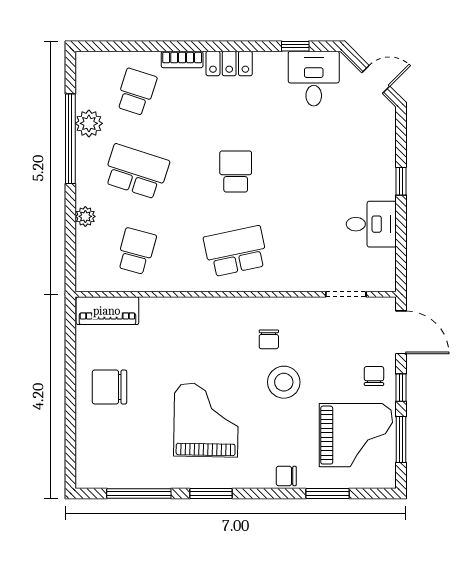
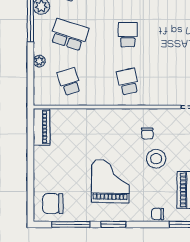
school desk: (136, 251) -> (69, 82), turned -33
school desk: (236, 251) -> (128, 82), width x0.54
piano: (107, 311) -> (42, 127), moved, turned -90
chair: (109, 387) -> (53, 204), moved

